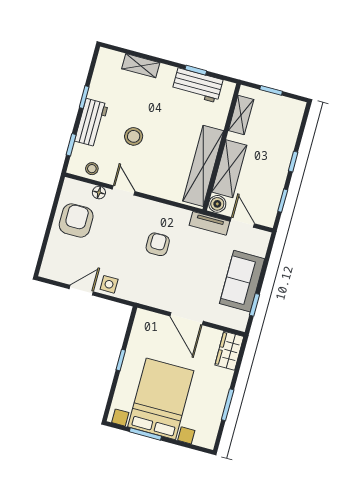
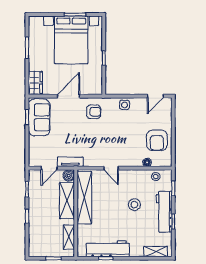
shelving: (141, 66) -> (156, 251), moved
workbench: (197, 85) -> (108, 249), width x1.38
workbench: (91, 123) -> (164, 212), width x1.38
door: (124, 190) -> (111, 168), moved
door: (242, 222) -> (49, 168), hinge flipped
armchair: (158, 244) -> (94, 112), moved, turned -90
sofa: (242, 281) -> (39, 117), moved
door: (81, 290) -> (155, 96), moved
door: (187, 319) -> (69, 96), hinge flipped

